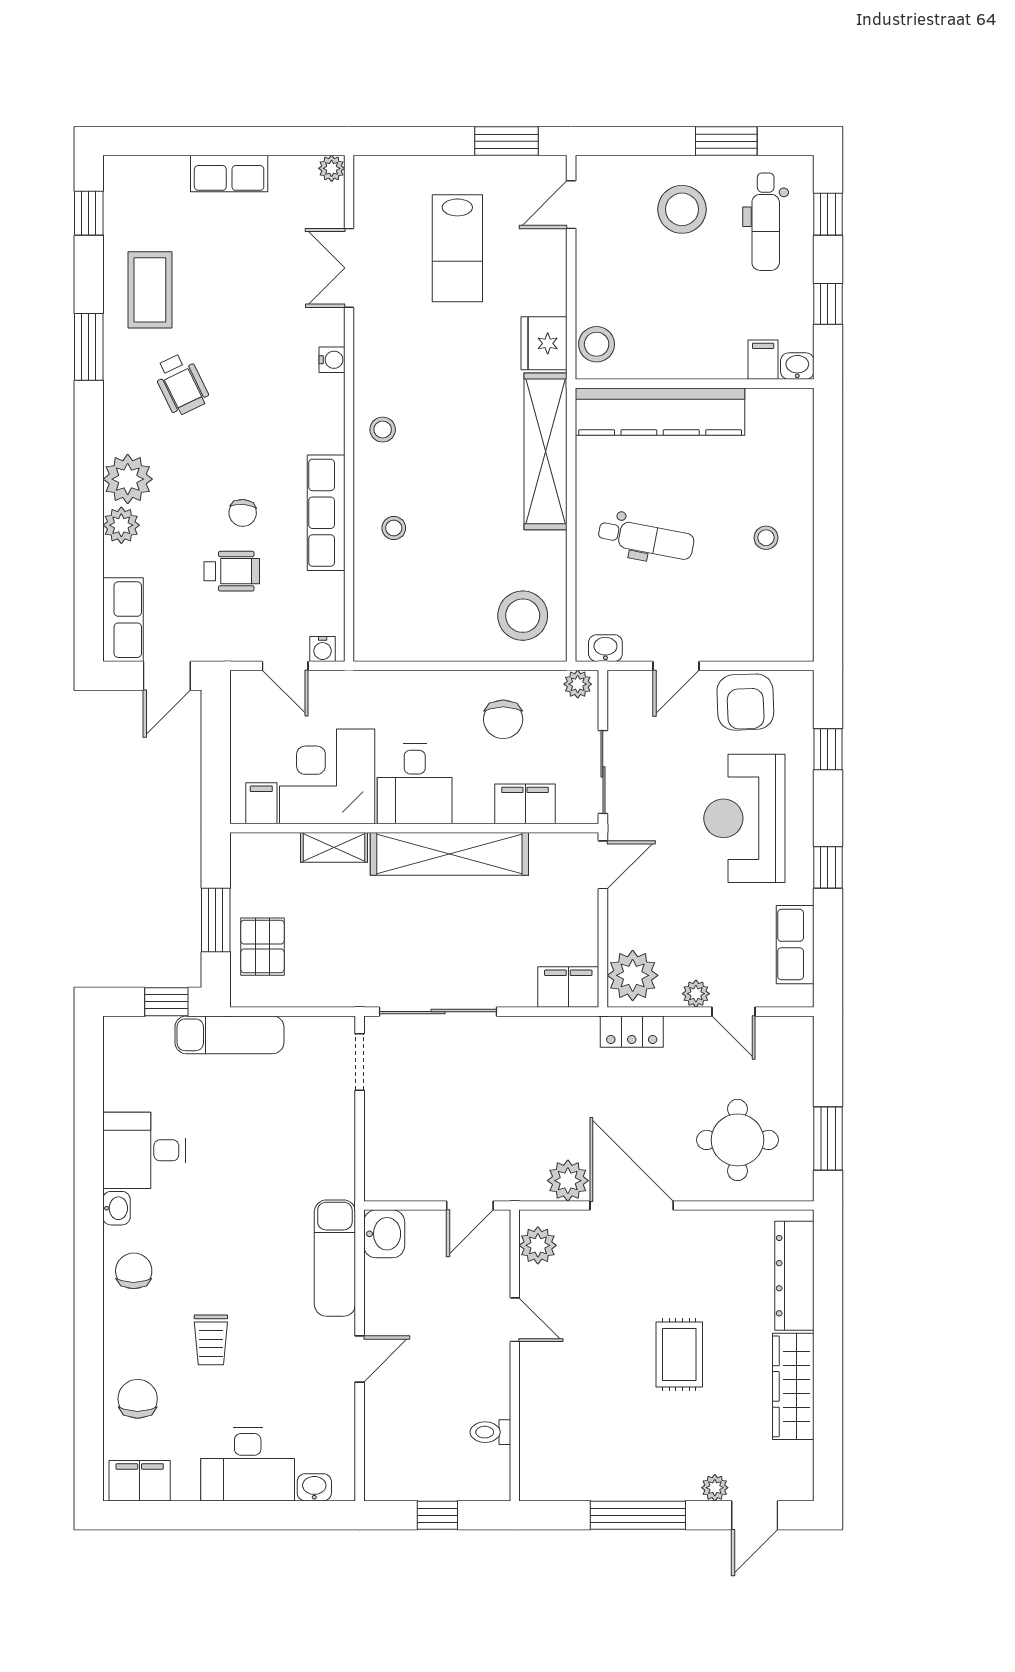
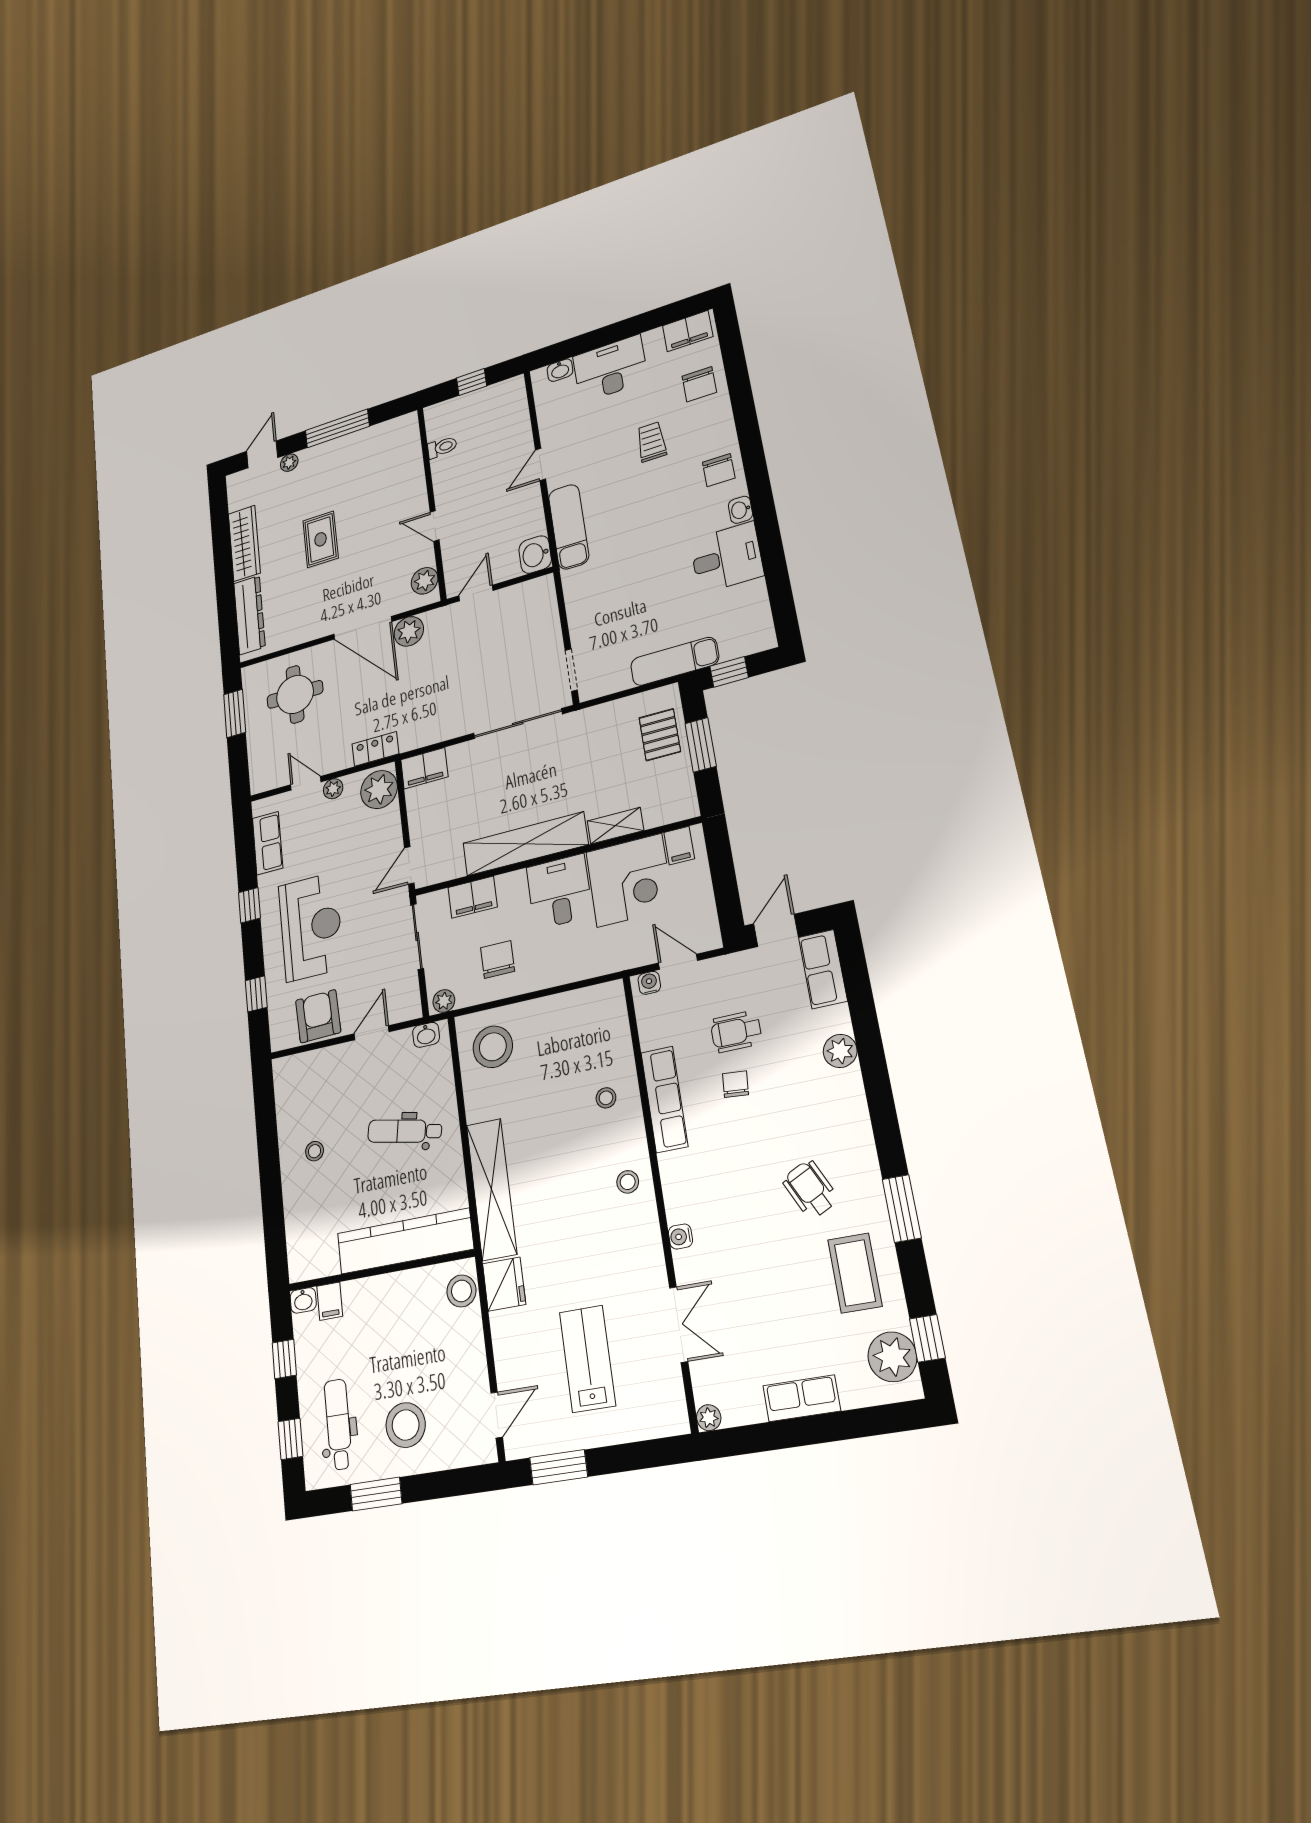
plant: (128, 479) -> (892, 1357), moved

